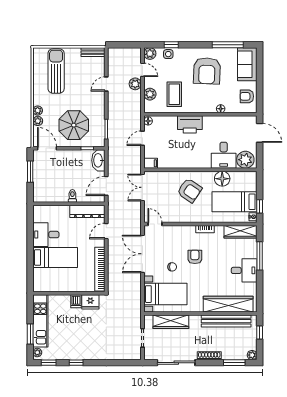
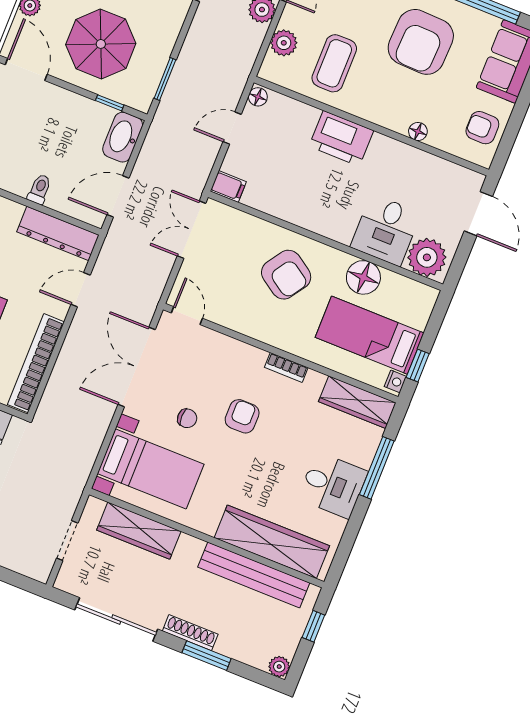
window: (234, 363) -> (207, 656), moved

